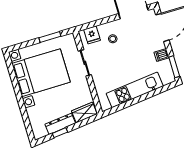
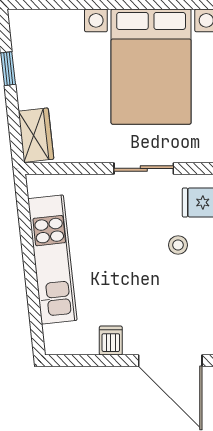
window: (174, 67) -> (77, 361), removed
dresser: (60, 124) -> (27, 75), removed

